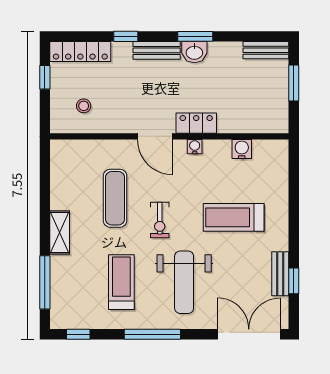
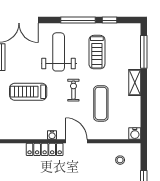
locker: (196, 123) -> (45, 149), width x1.53
water cooler: (242, 149) -> (135, 134), moved
treadmill: (234, 217) -> (28, 92), turned 180
window: (78, 334) -> (109, 20), moved

